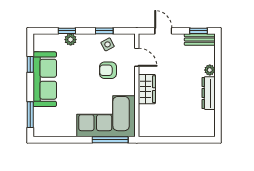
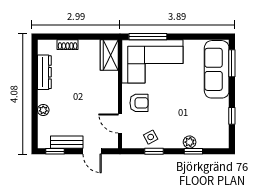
bench: (200, 39) -> (67, 142), moved
armchair: (108, 70) -> (139, 103), moved
sofa: (45, 79) -> (217, 69), moved
wardrobe: (147, 89) -> (109, 55), moved
dresser: (209, 93) -> (44, 72), moved
shoe rack: (187, 132) -> (68, 45), added

